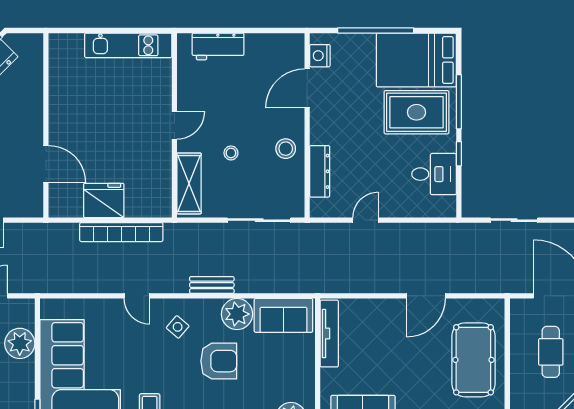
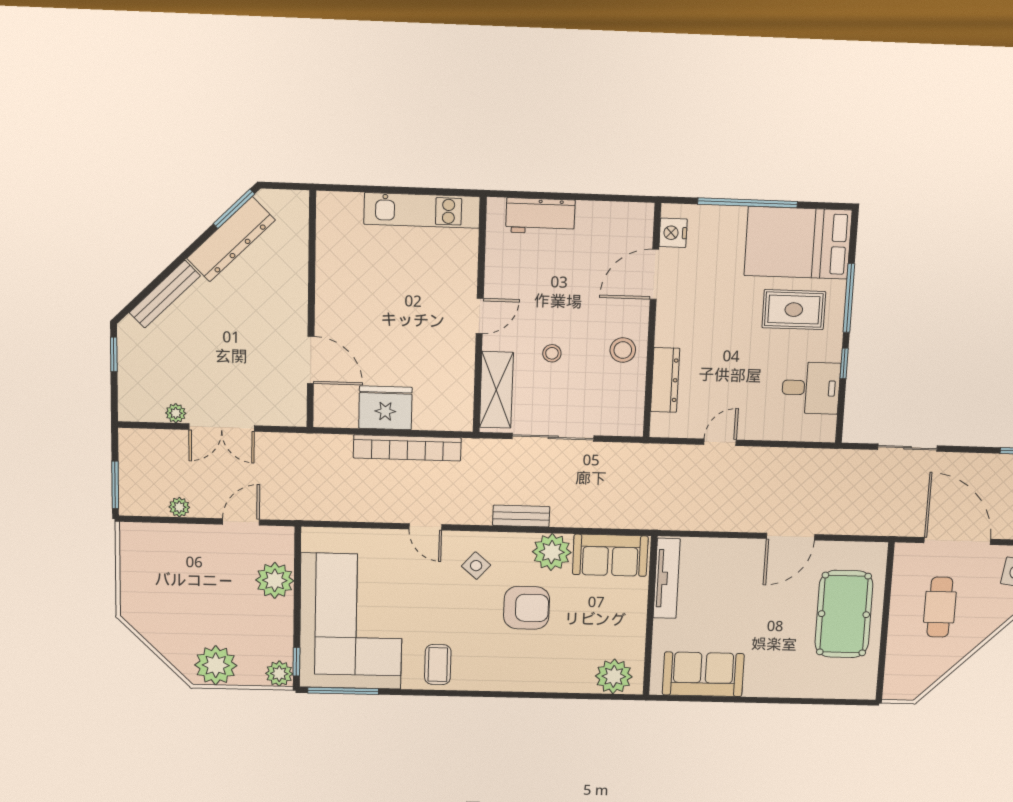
rug: (417, 112) -> (794, 310), width x0.73, depth x0.70
sliding door: (259, 220) -> (553, 437), moved

